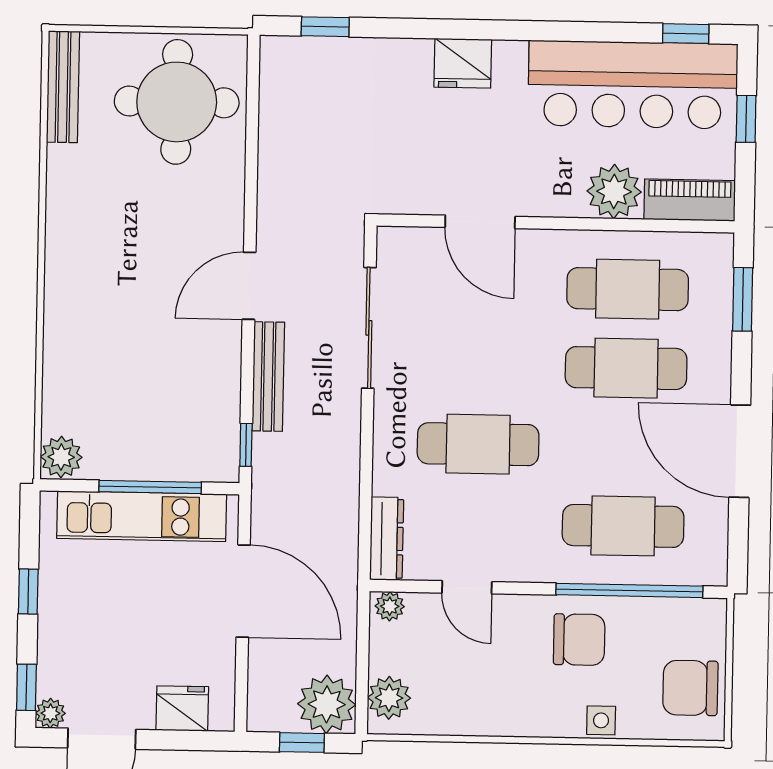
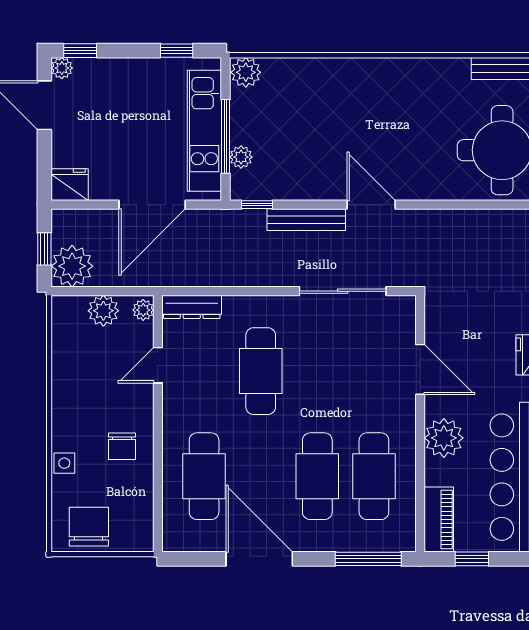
window: (746, 119) -> (472, 559), moved
plant: (614, 191) -> (444, 438), moved
door: (480, 222) -> (420, 369), swing flipped
window: (743, 299) -> (368, 559), width x1.44
door: (740, 451) -> (259, 559), hinge flipped
plant: (179, 466) -> (241, 157), added
window: (629, 590) -> (158, 482), removed
window: (28, 591) -> (177, 51), moved
chair: (579, 640) -> (122, 446), width x0.73, depth x0.73
plant: (389, 698) -> (103, 311), moved
fridge: (182, 709) -> (70, 185), moved, turned -90

